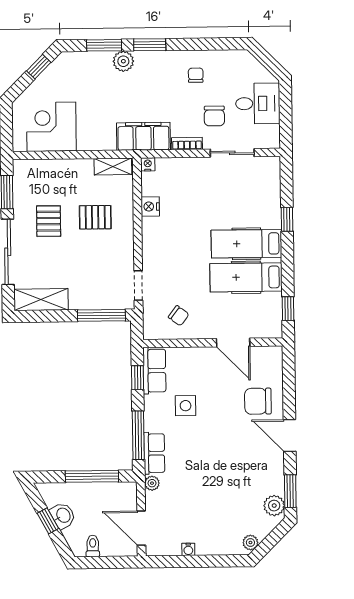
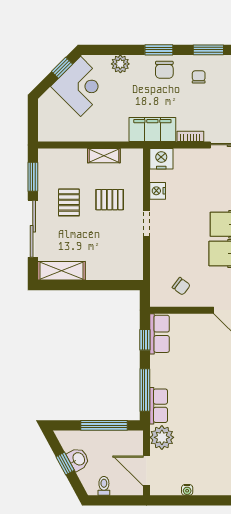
window: (104, 45) -> (208, 50), moved
plant: (123, 61) -> (120, 64), moved
chair: (214, 116) -> (164, 70), moved
corner desk: (51, 127) -> (81, 86), moved, turned 135
nightstand: (148, 164) -> (161, 159), width x1.89, depth x1.79
shelving: (113, 167) -> (104, 156), moved
doorway: (138, 285) -> (146, 224), moved
window: (101, 315) -> (114, 285), removed
side table: (186, 406) -> (186, 365), removed
plant: (152, 483) -> (162, 437), width x1.88, depth x1.88

